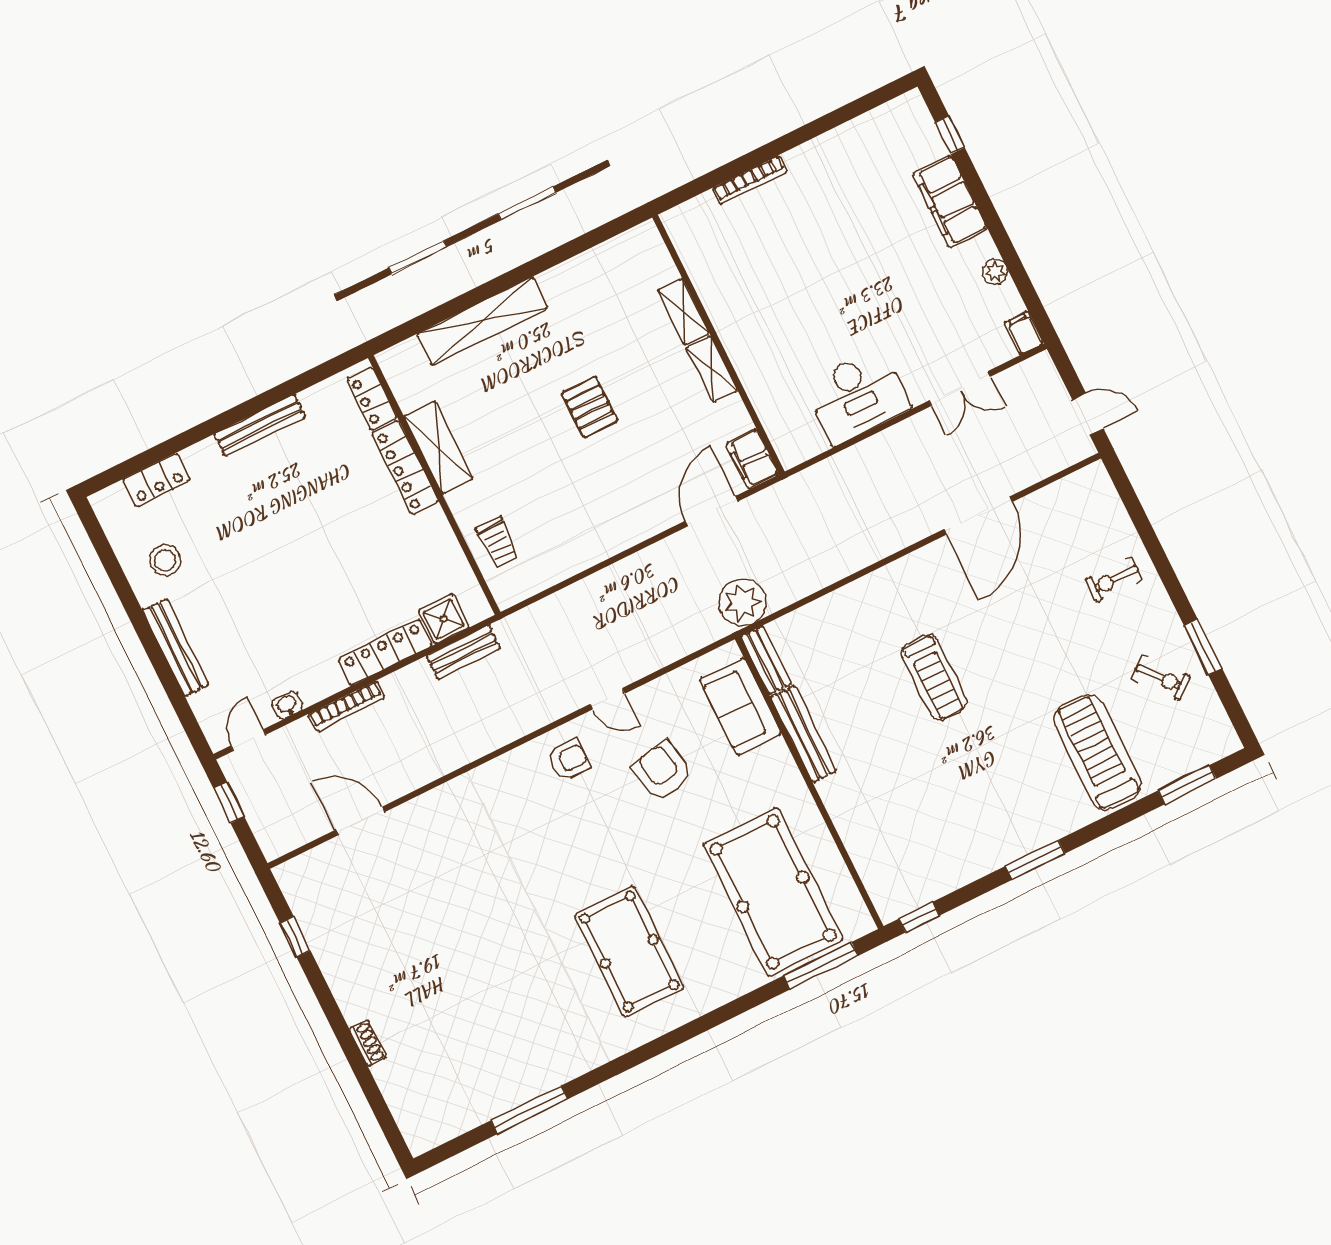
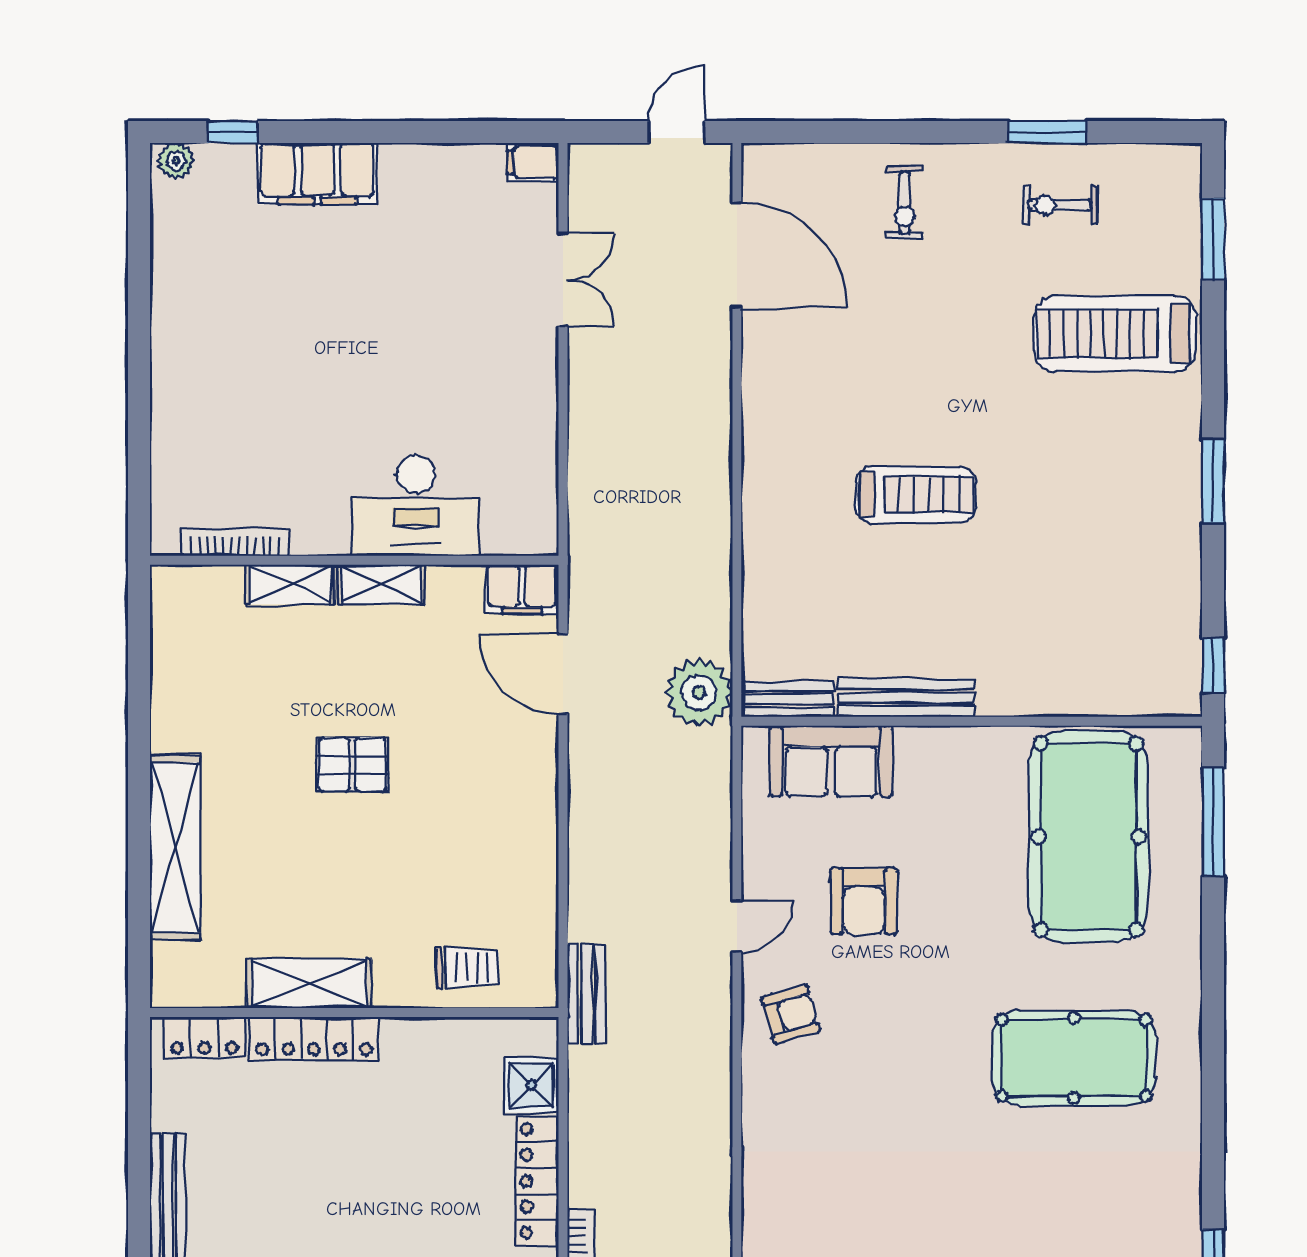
bookcase: (750, 180) -> (235, 542), moved, turned -90
plant: (995, 272) -> (176, 161), moved
desk: (857, 396) -> (416, 505), moved, turned 90
door: (978, 515) -> (737, 255), moved
bench: (463, 652) -> (586, 994), moved
exercise bike: (1161, 678) -> (1060, 205), turned -140
armchair: (569, 760) -> (791, 1014), turned 74
armchair: (663, 771) -> (864, 901), turned -77
pool table: (773, 892) -> (1088, 837), turned 90

